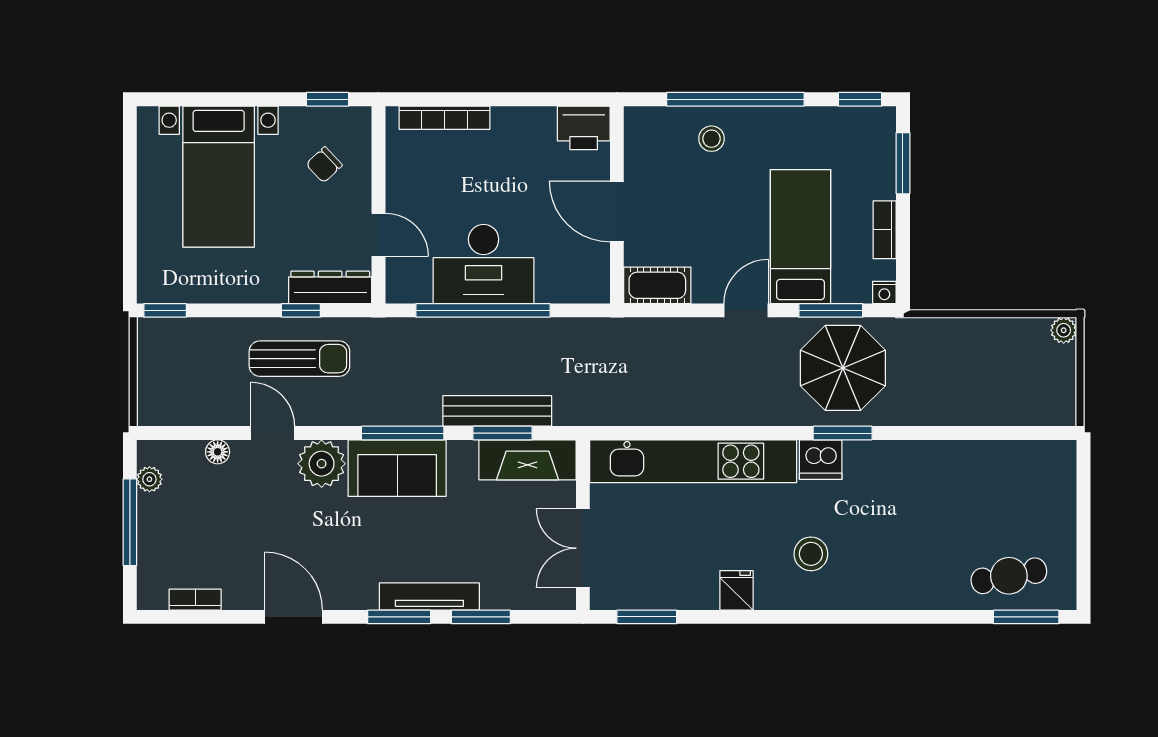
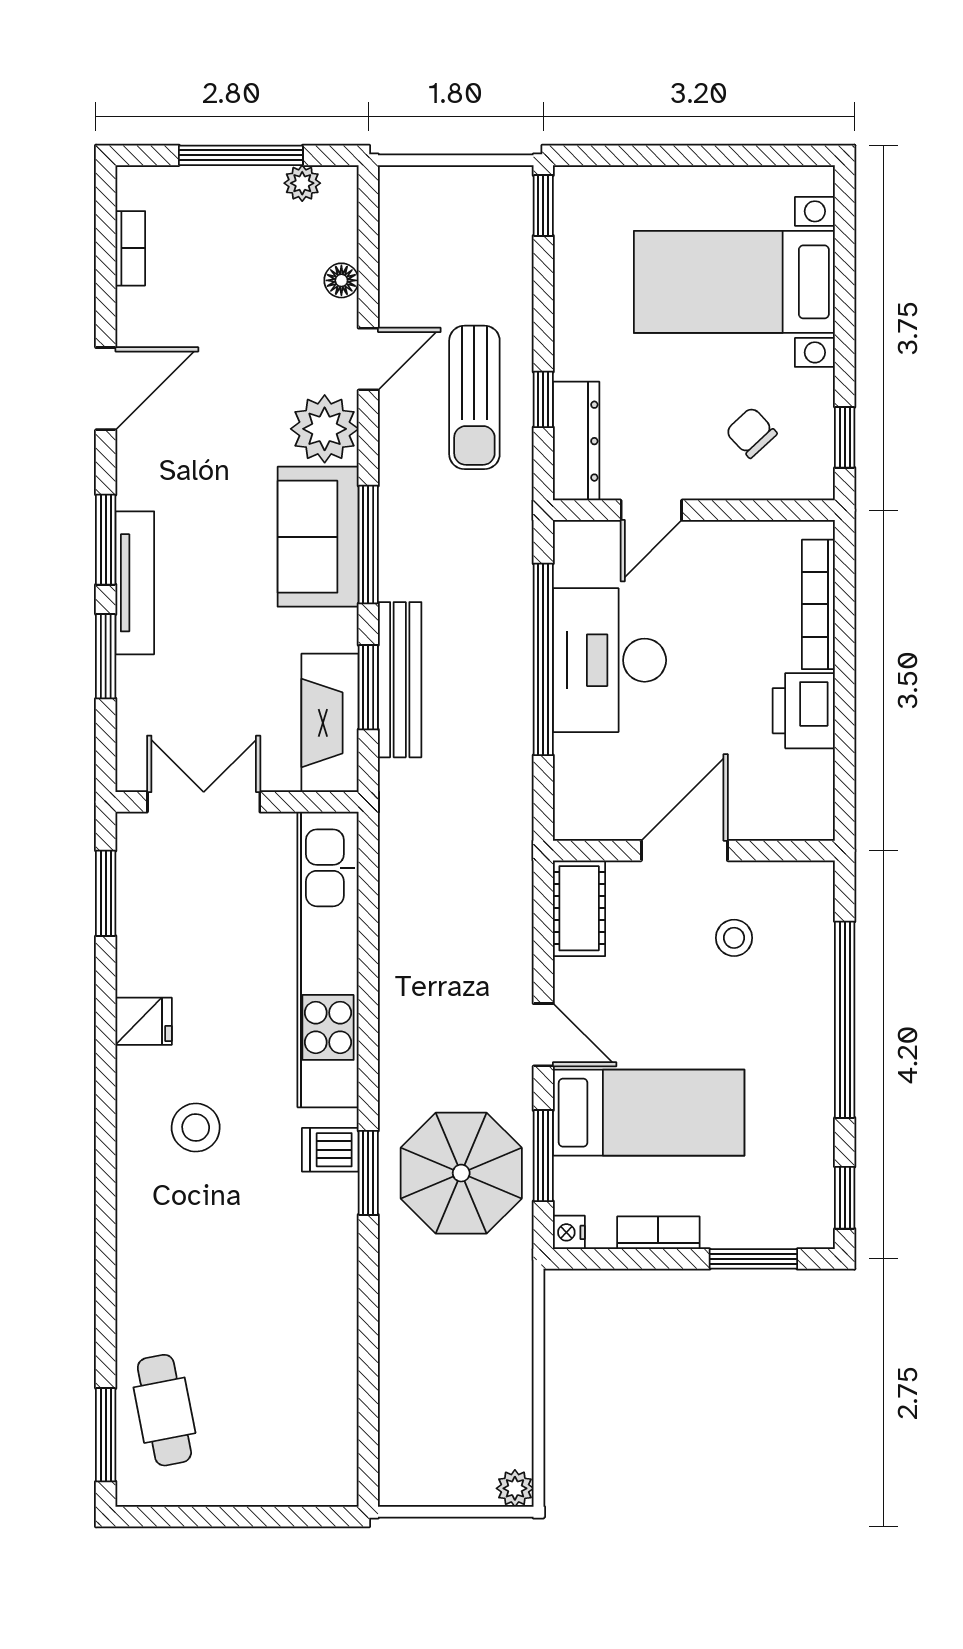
printer: (584, 128) -> (804, 711), moved
stool: (711, 139) -> (734, 938), moved
dishwasher: (821, 460) -> (330, 1150), width x0.73

